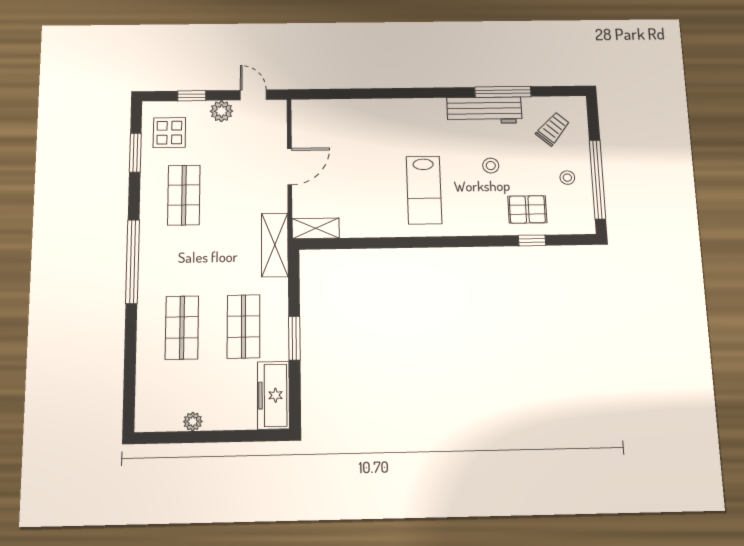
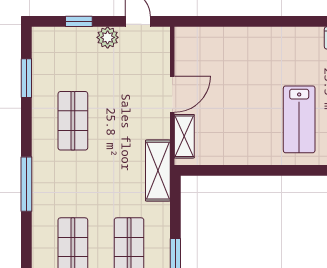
display table: (169, 133) -> (58, 58), removed
shelving: (316, 228) -> (184, 136), moved, turned 90
window: (133, 261) -> (26, 184), width x0.68

